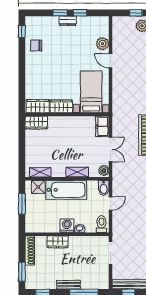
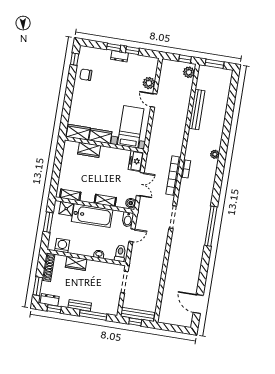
wardrobe: (36, 123) -> (89, 150), moved
washing machine: (67, 226) -> (62, 245), moved
dresser: (36, 284) -> (50, 300), added

